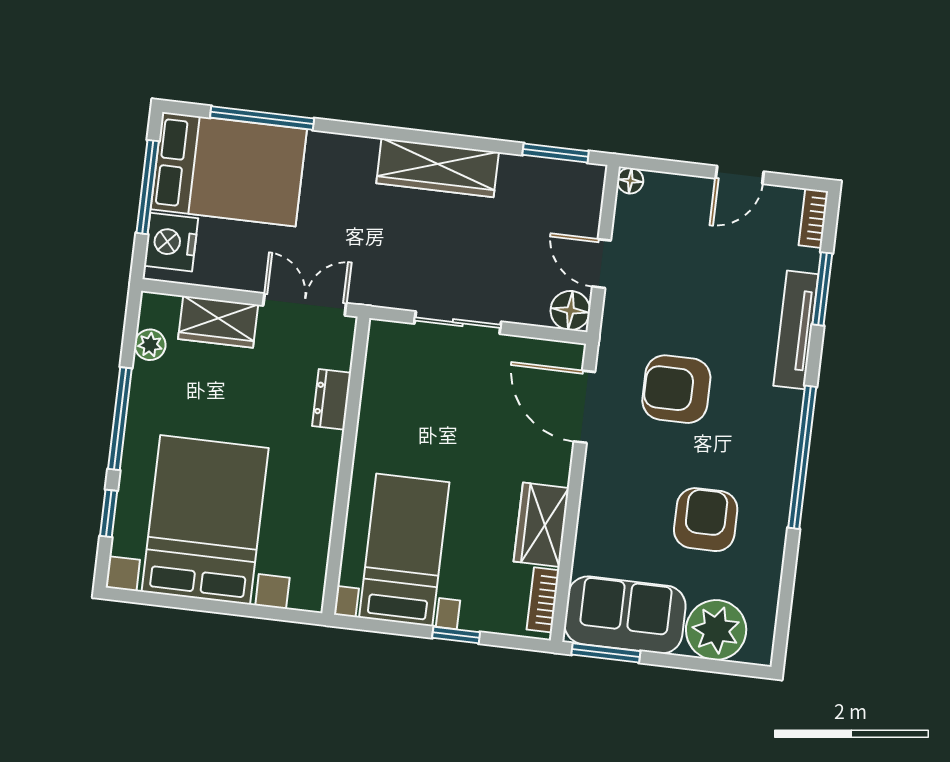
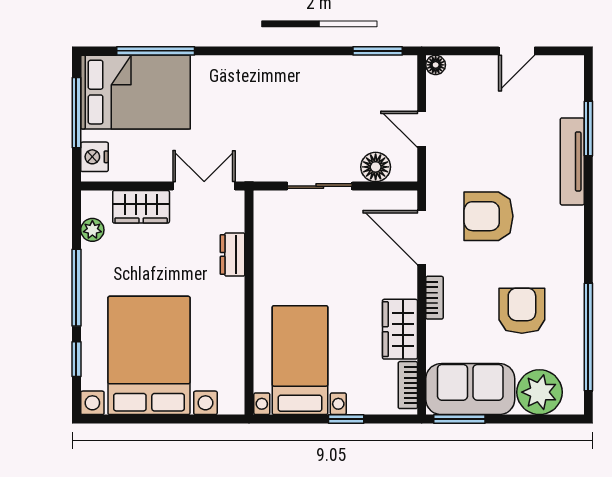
wardrobe: (438, 168) -> (291, 72), removed
bookcase: (813, 218) -> (434, 298), moved, turned 180
nightstand: (171, 242) -> (94, 157), width x0.74, depth x0.75
floor lamp: (570, 310) -> (376, 167), moved
window: (802, 457) -> (588, 337), moved

